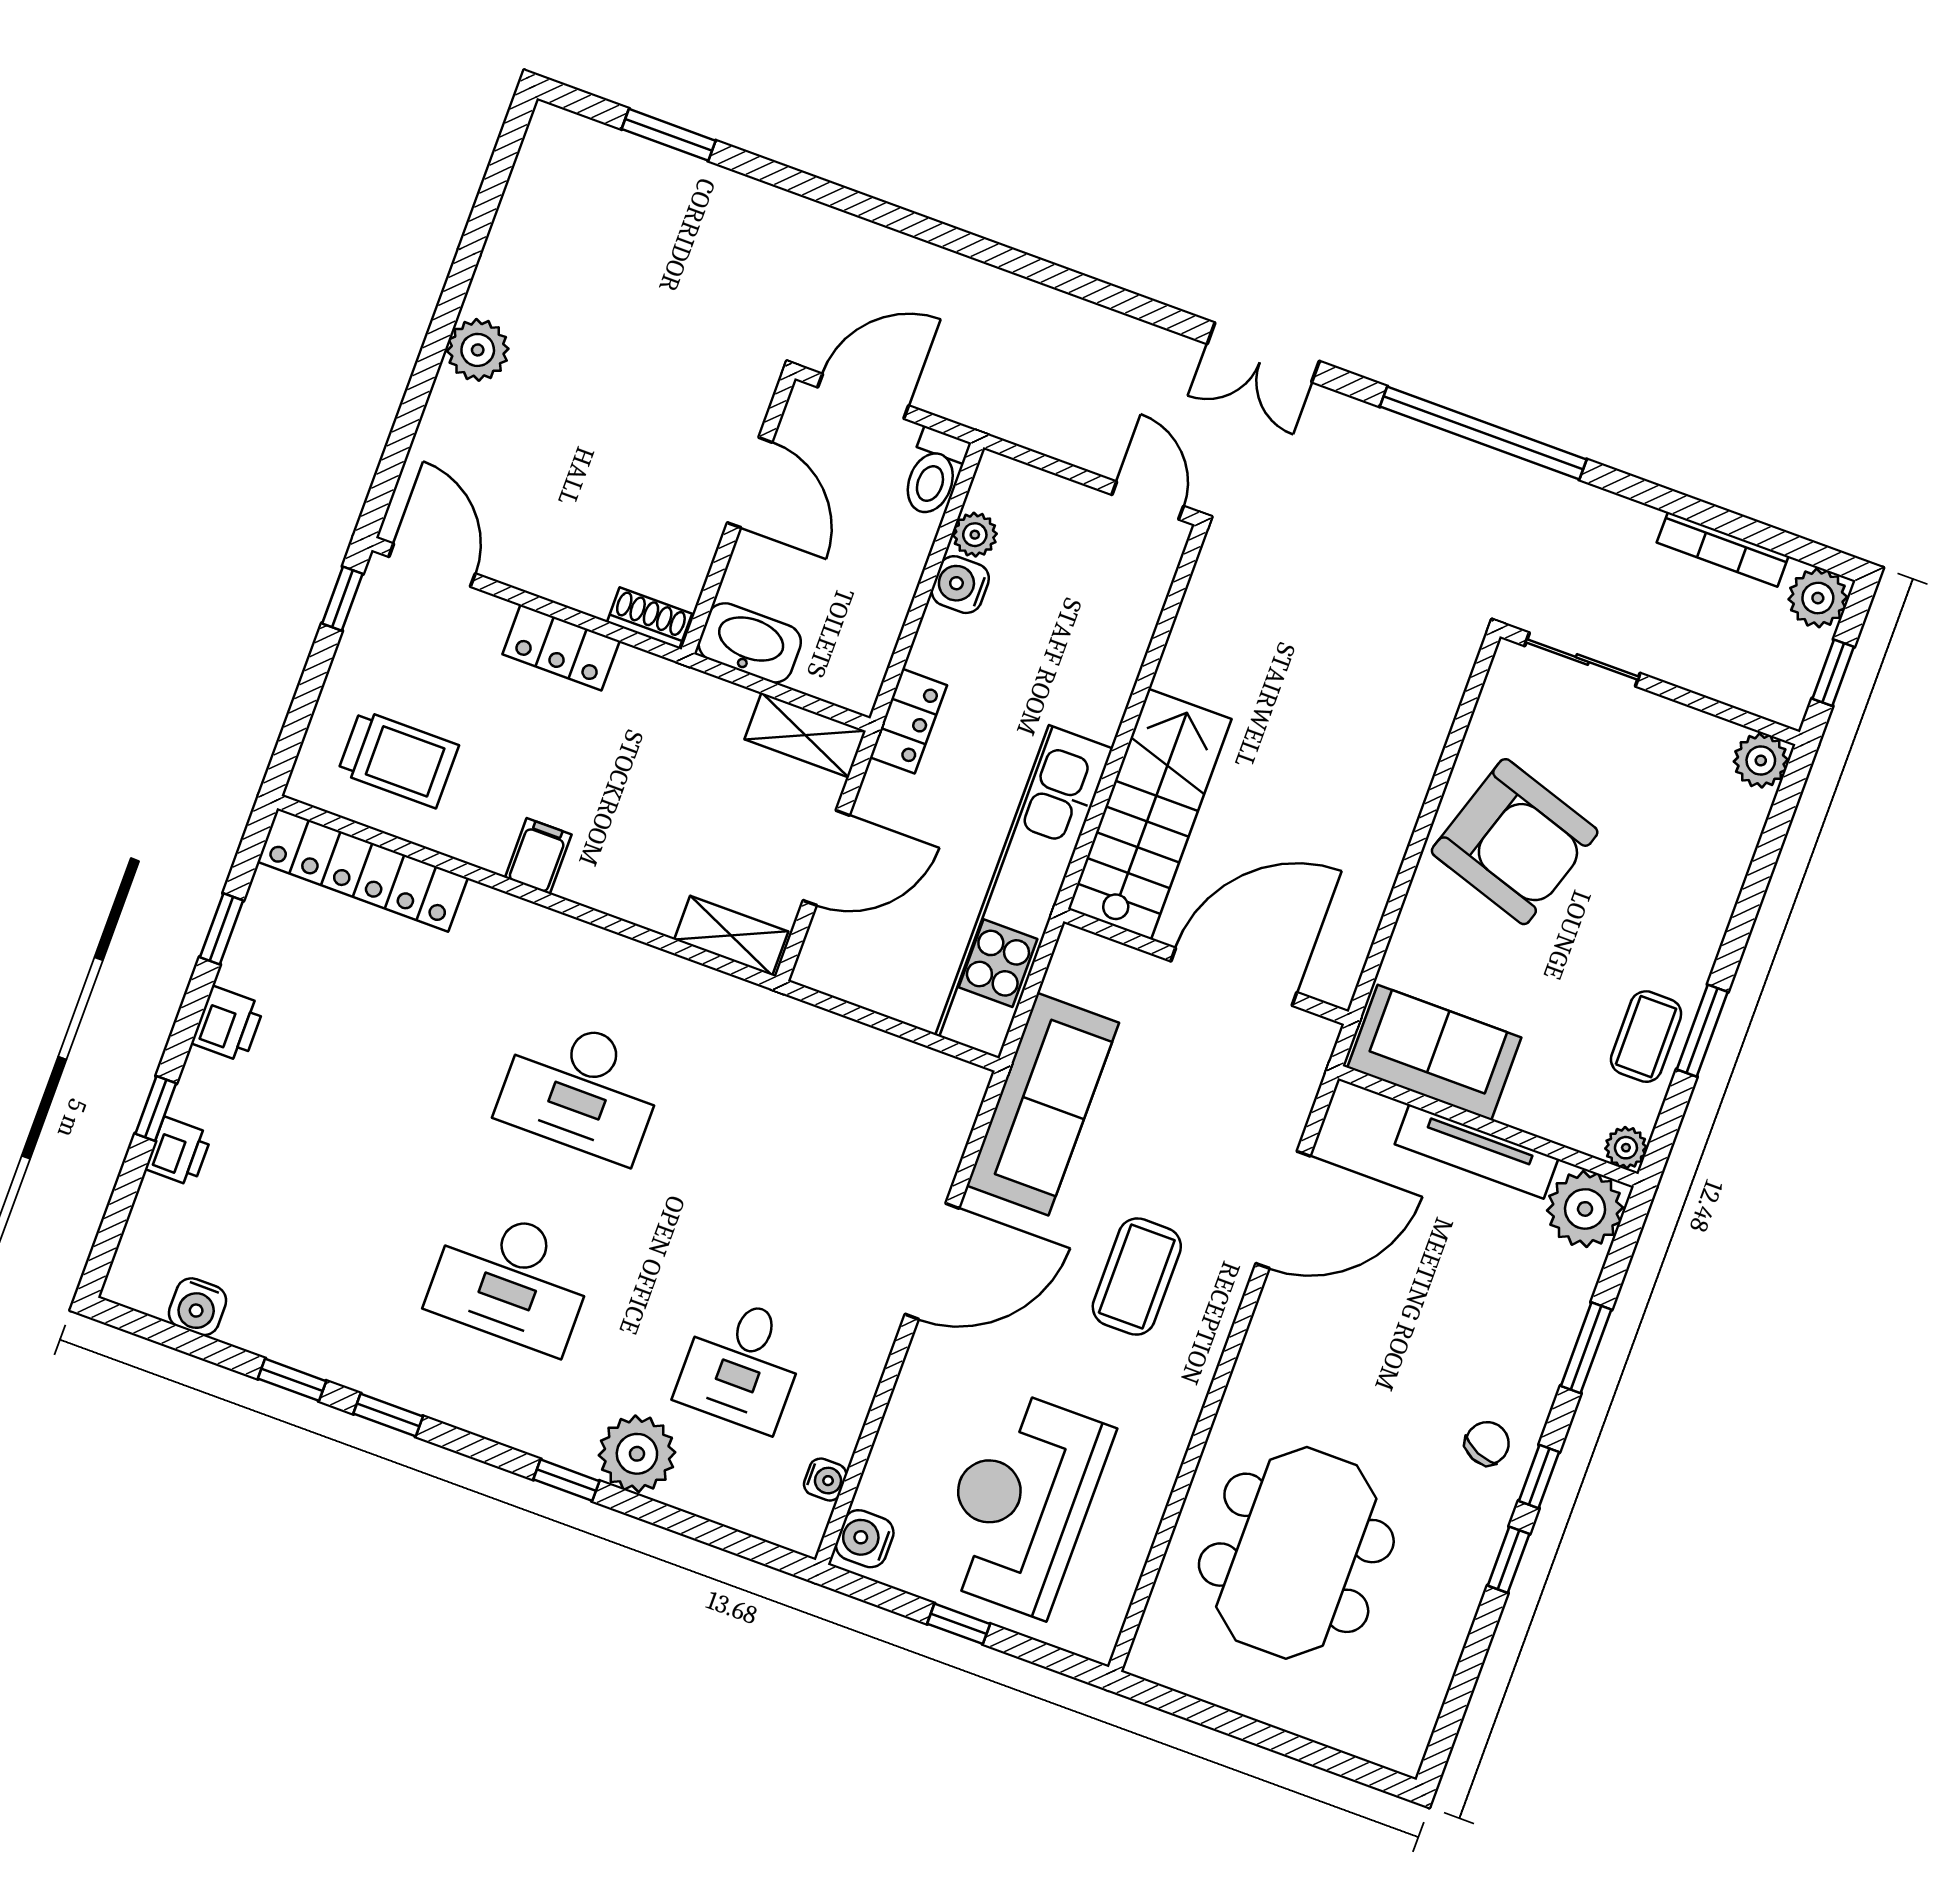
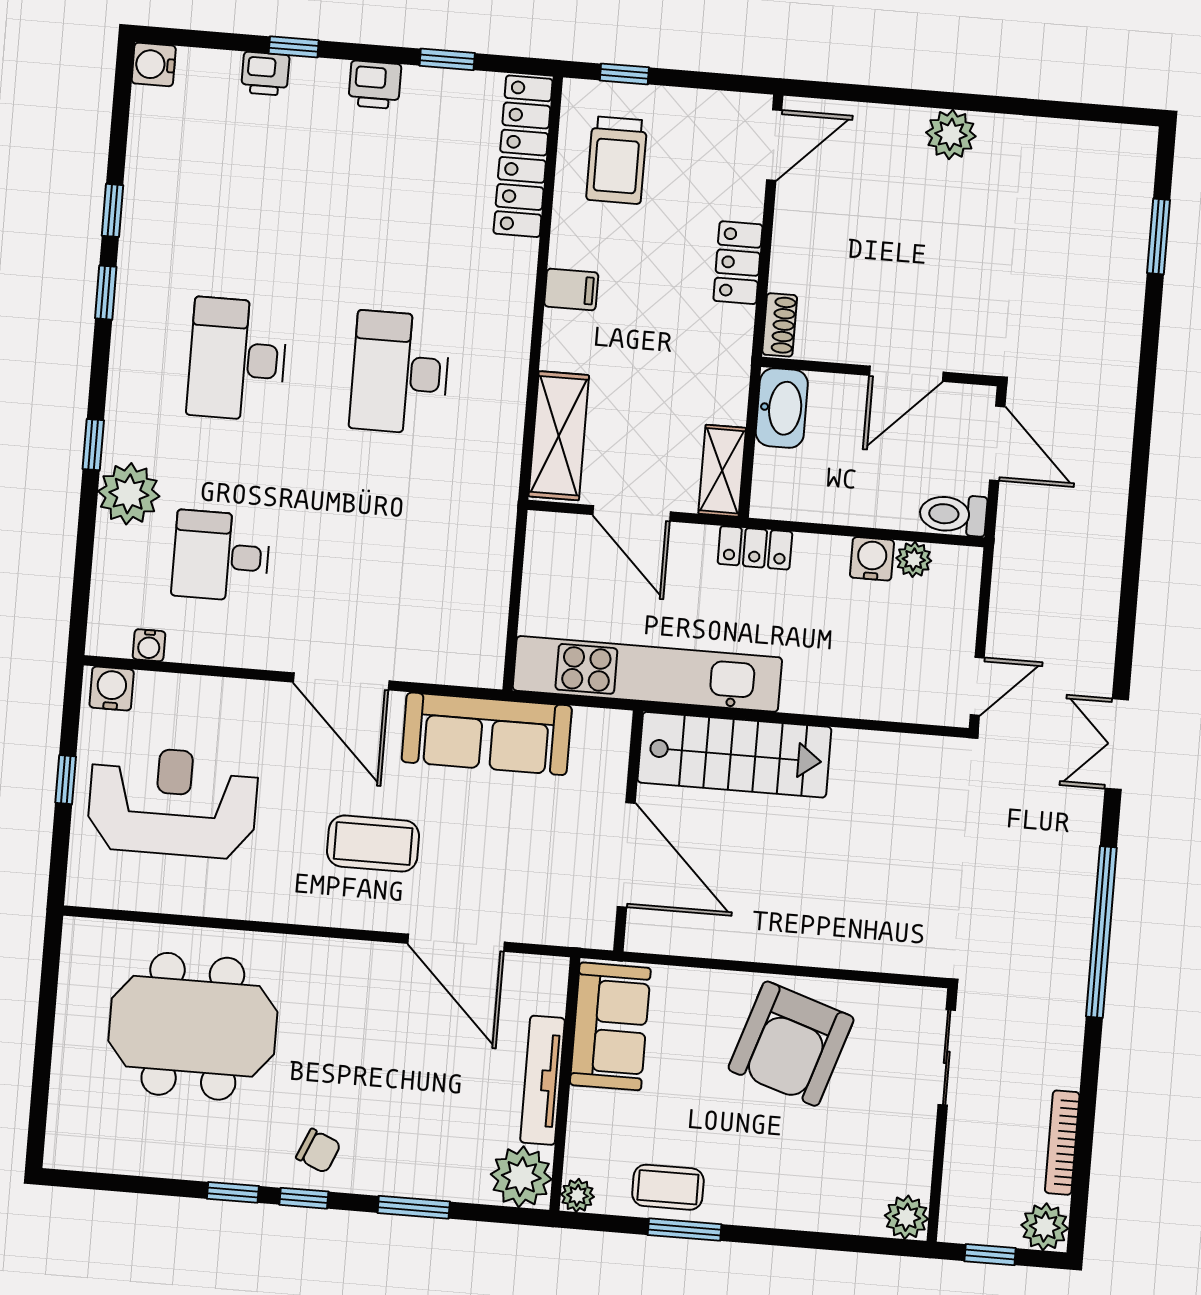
window: (342, 599) -> (624, 74), moved
shelving: (731, 936) -> (559, 436), width x1.50, depth x1.33
water cooler: (198, 1307) -> (154, 64), moved

